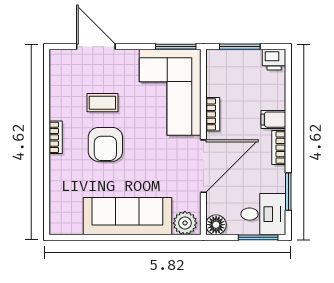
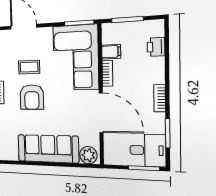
printer: (274, 60) -> (156, 47), moved, turned 90
filing cabinet: (273, 120) -> (111, 52), moved, turned 180
door: (203, 166) -> (101, 113), hinge flipped
floor lamp: (216, 225) -> (111, 157), removed

